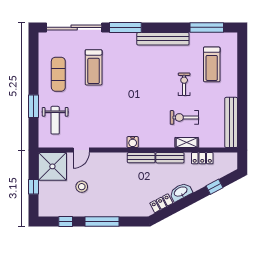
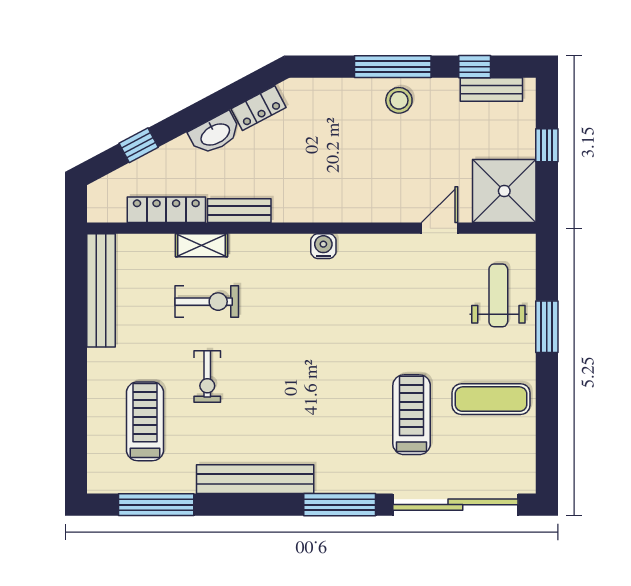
exercise mat: (58, 74) -> (491, 399), turned 90
bench: (141, 158) -> (491, 89), moved
locker: (202, 158) -> (166, 210), width x1.53
stool: (82, 187) -> (399, 100), moved

